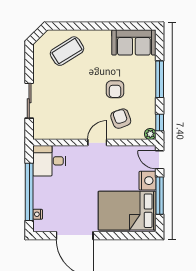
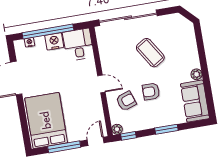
plant: (105, 36) -> (196, 74), added
coffee table: (67, 51) -> (150, 53), moved
window: (160, 79) -> (166, 129), width x0.69
sliding door: (29, 101) -> (128, 18), width x1.86
nightstand: (147, 181) -> (54, 41), moved, turned 180

